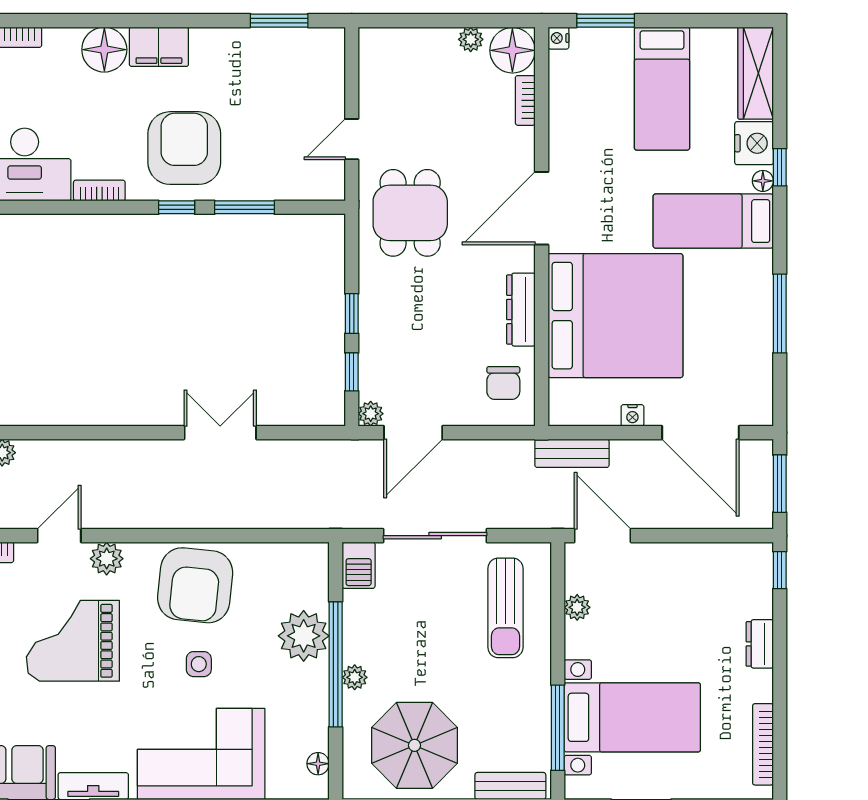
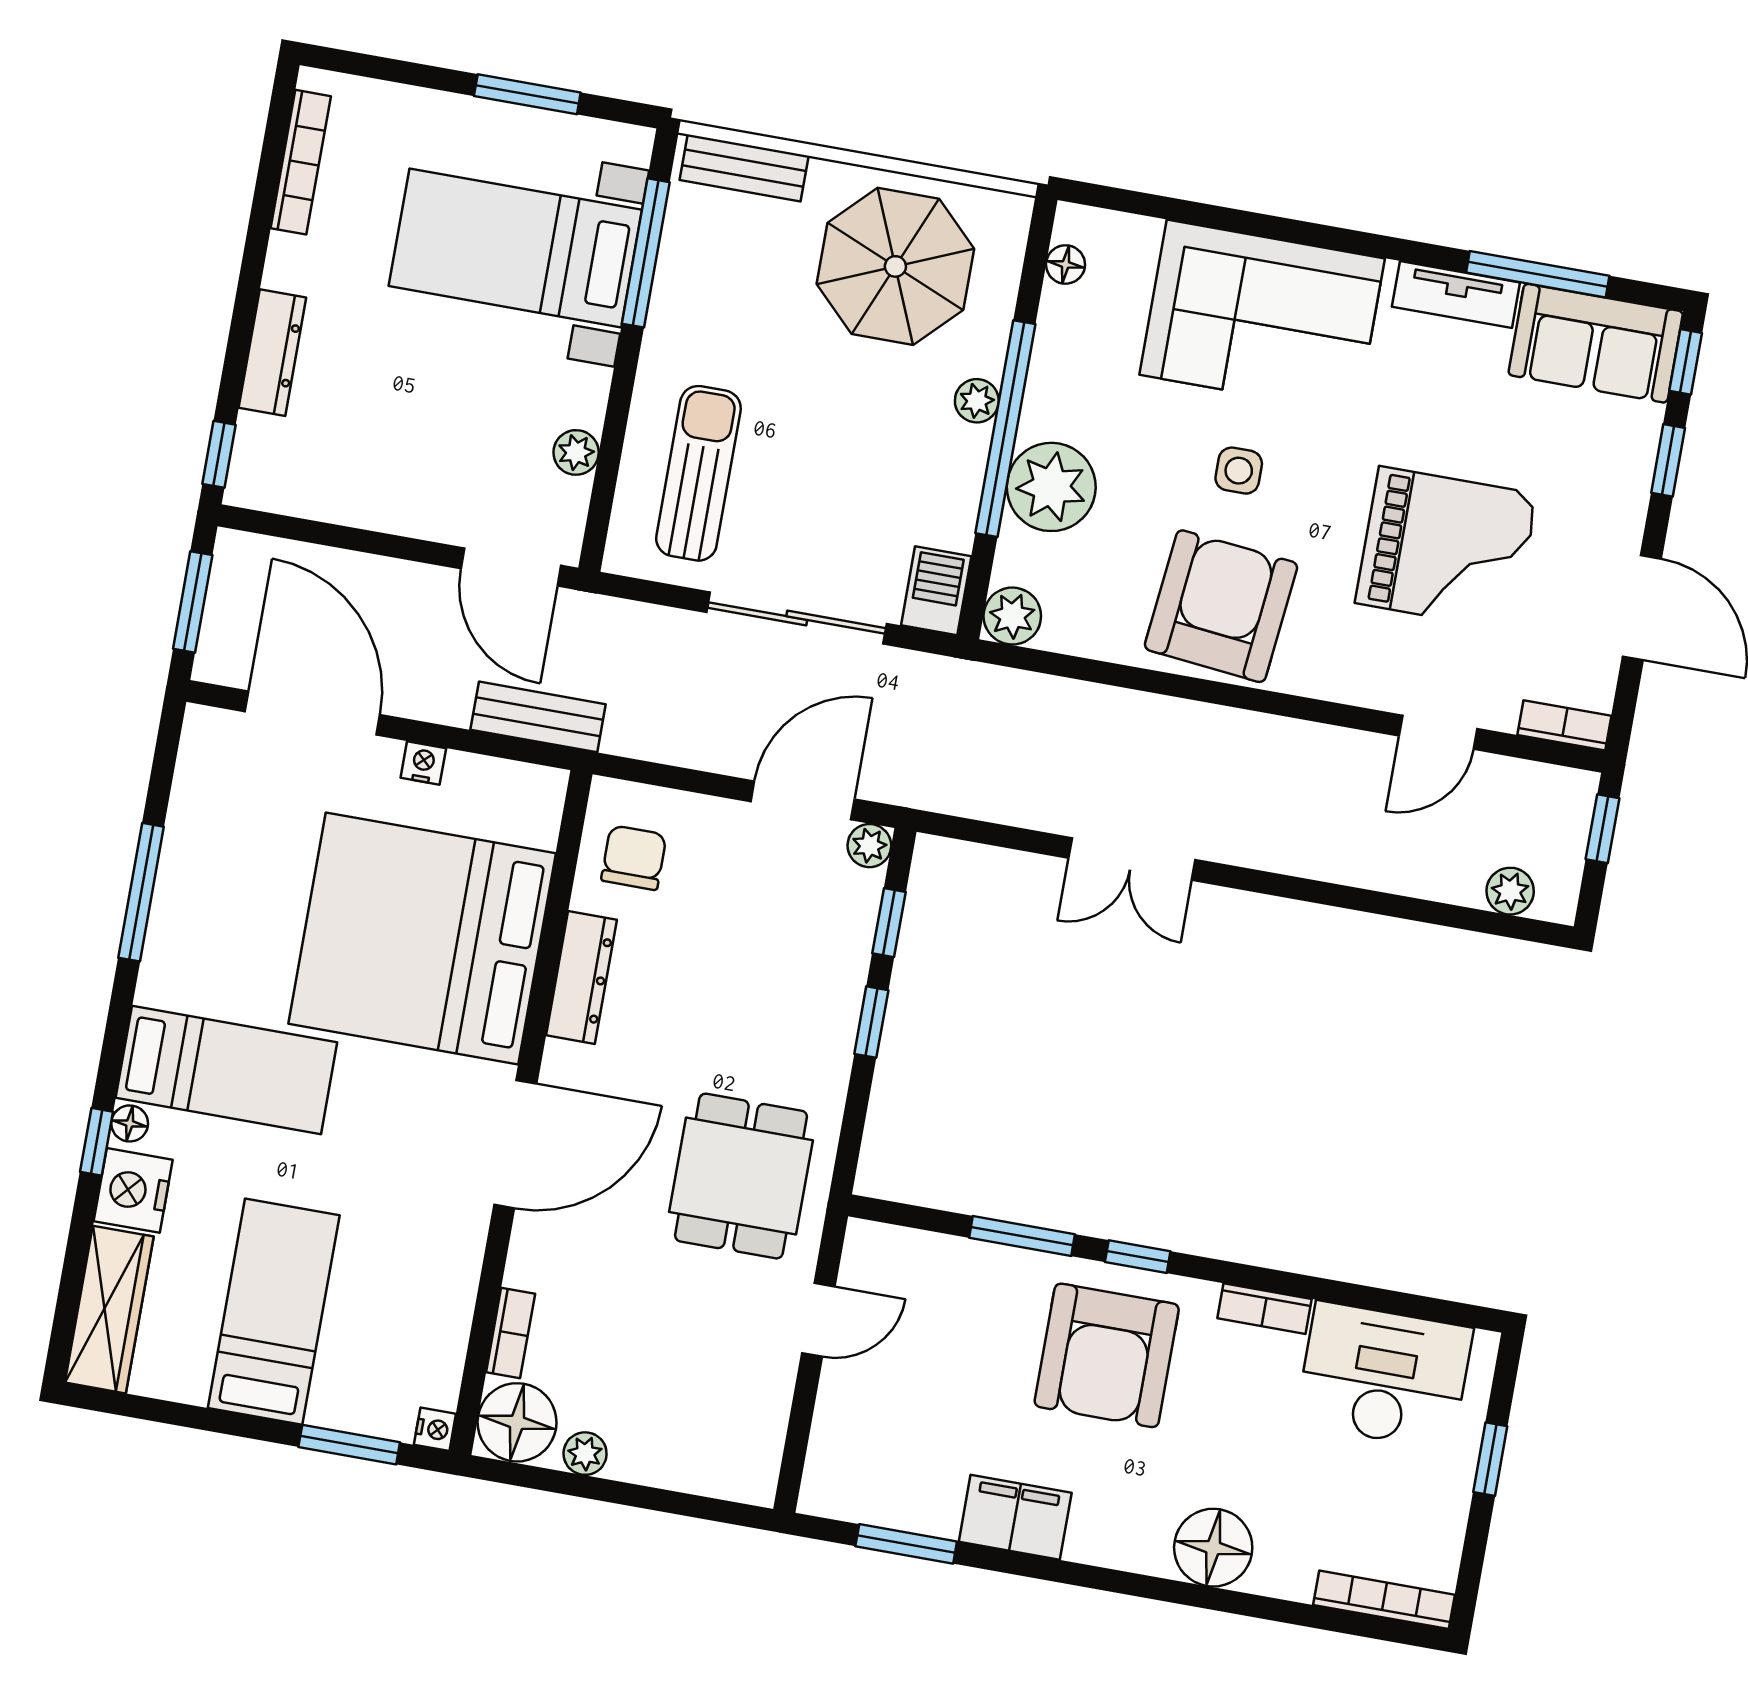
filing cabinet: (159, 47) -> (1015, 1517), moved
plant: (107, 559) -> (1012, 616), moved
dresser: (760, 644) -> (272, 353), width x1.44

